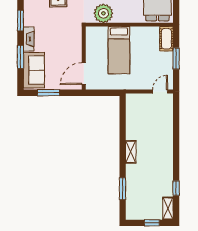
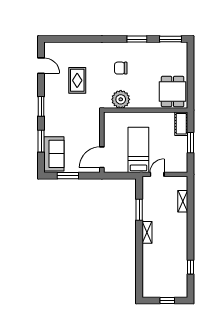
fireplace: (29, 39) -> (49, 124), removed
bed: (119, 50) -> (138, 150), moved, turned 180
door: (160, 92) -> (157, 174), moved
window: (123, 189) -> (139, 210), moved
shelving: (168, 208) -> (183, 201), moved

